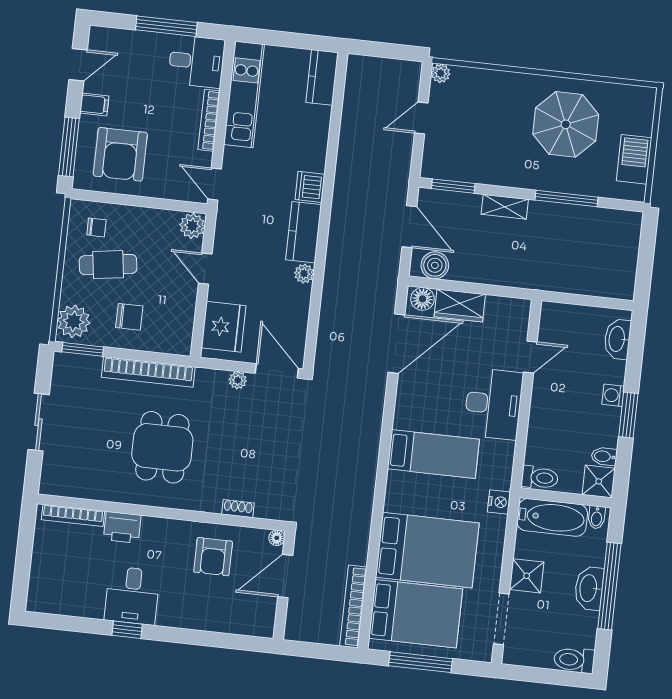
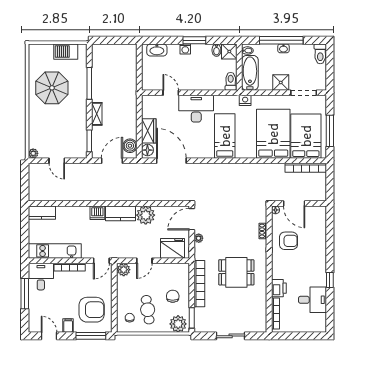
plant: (304, 274) -> (146, 215), width x1.88, depth x1.88
washbasin: (589, 588) -> (283, 48), width x0.52, depth x0.69
desk: (132, 596) -> (312, 300), moved

